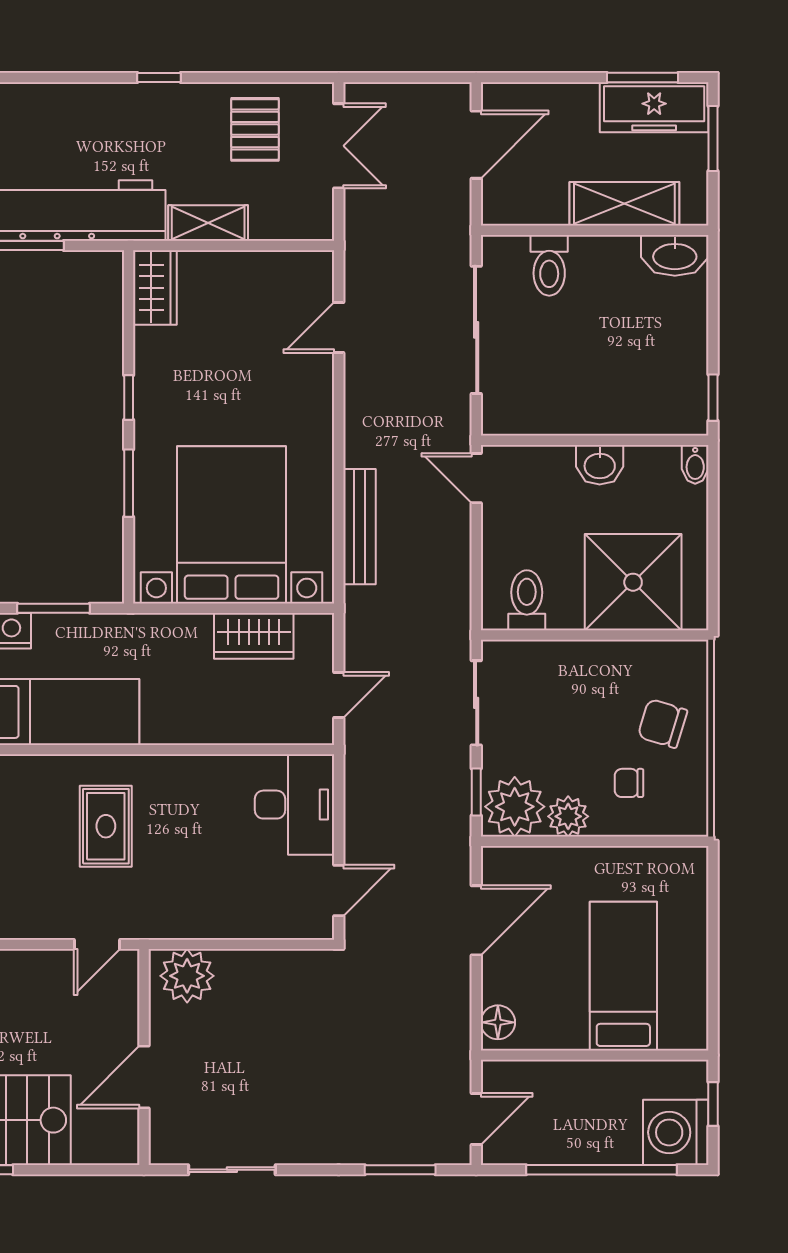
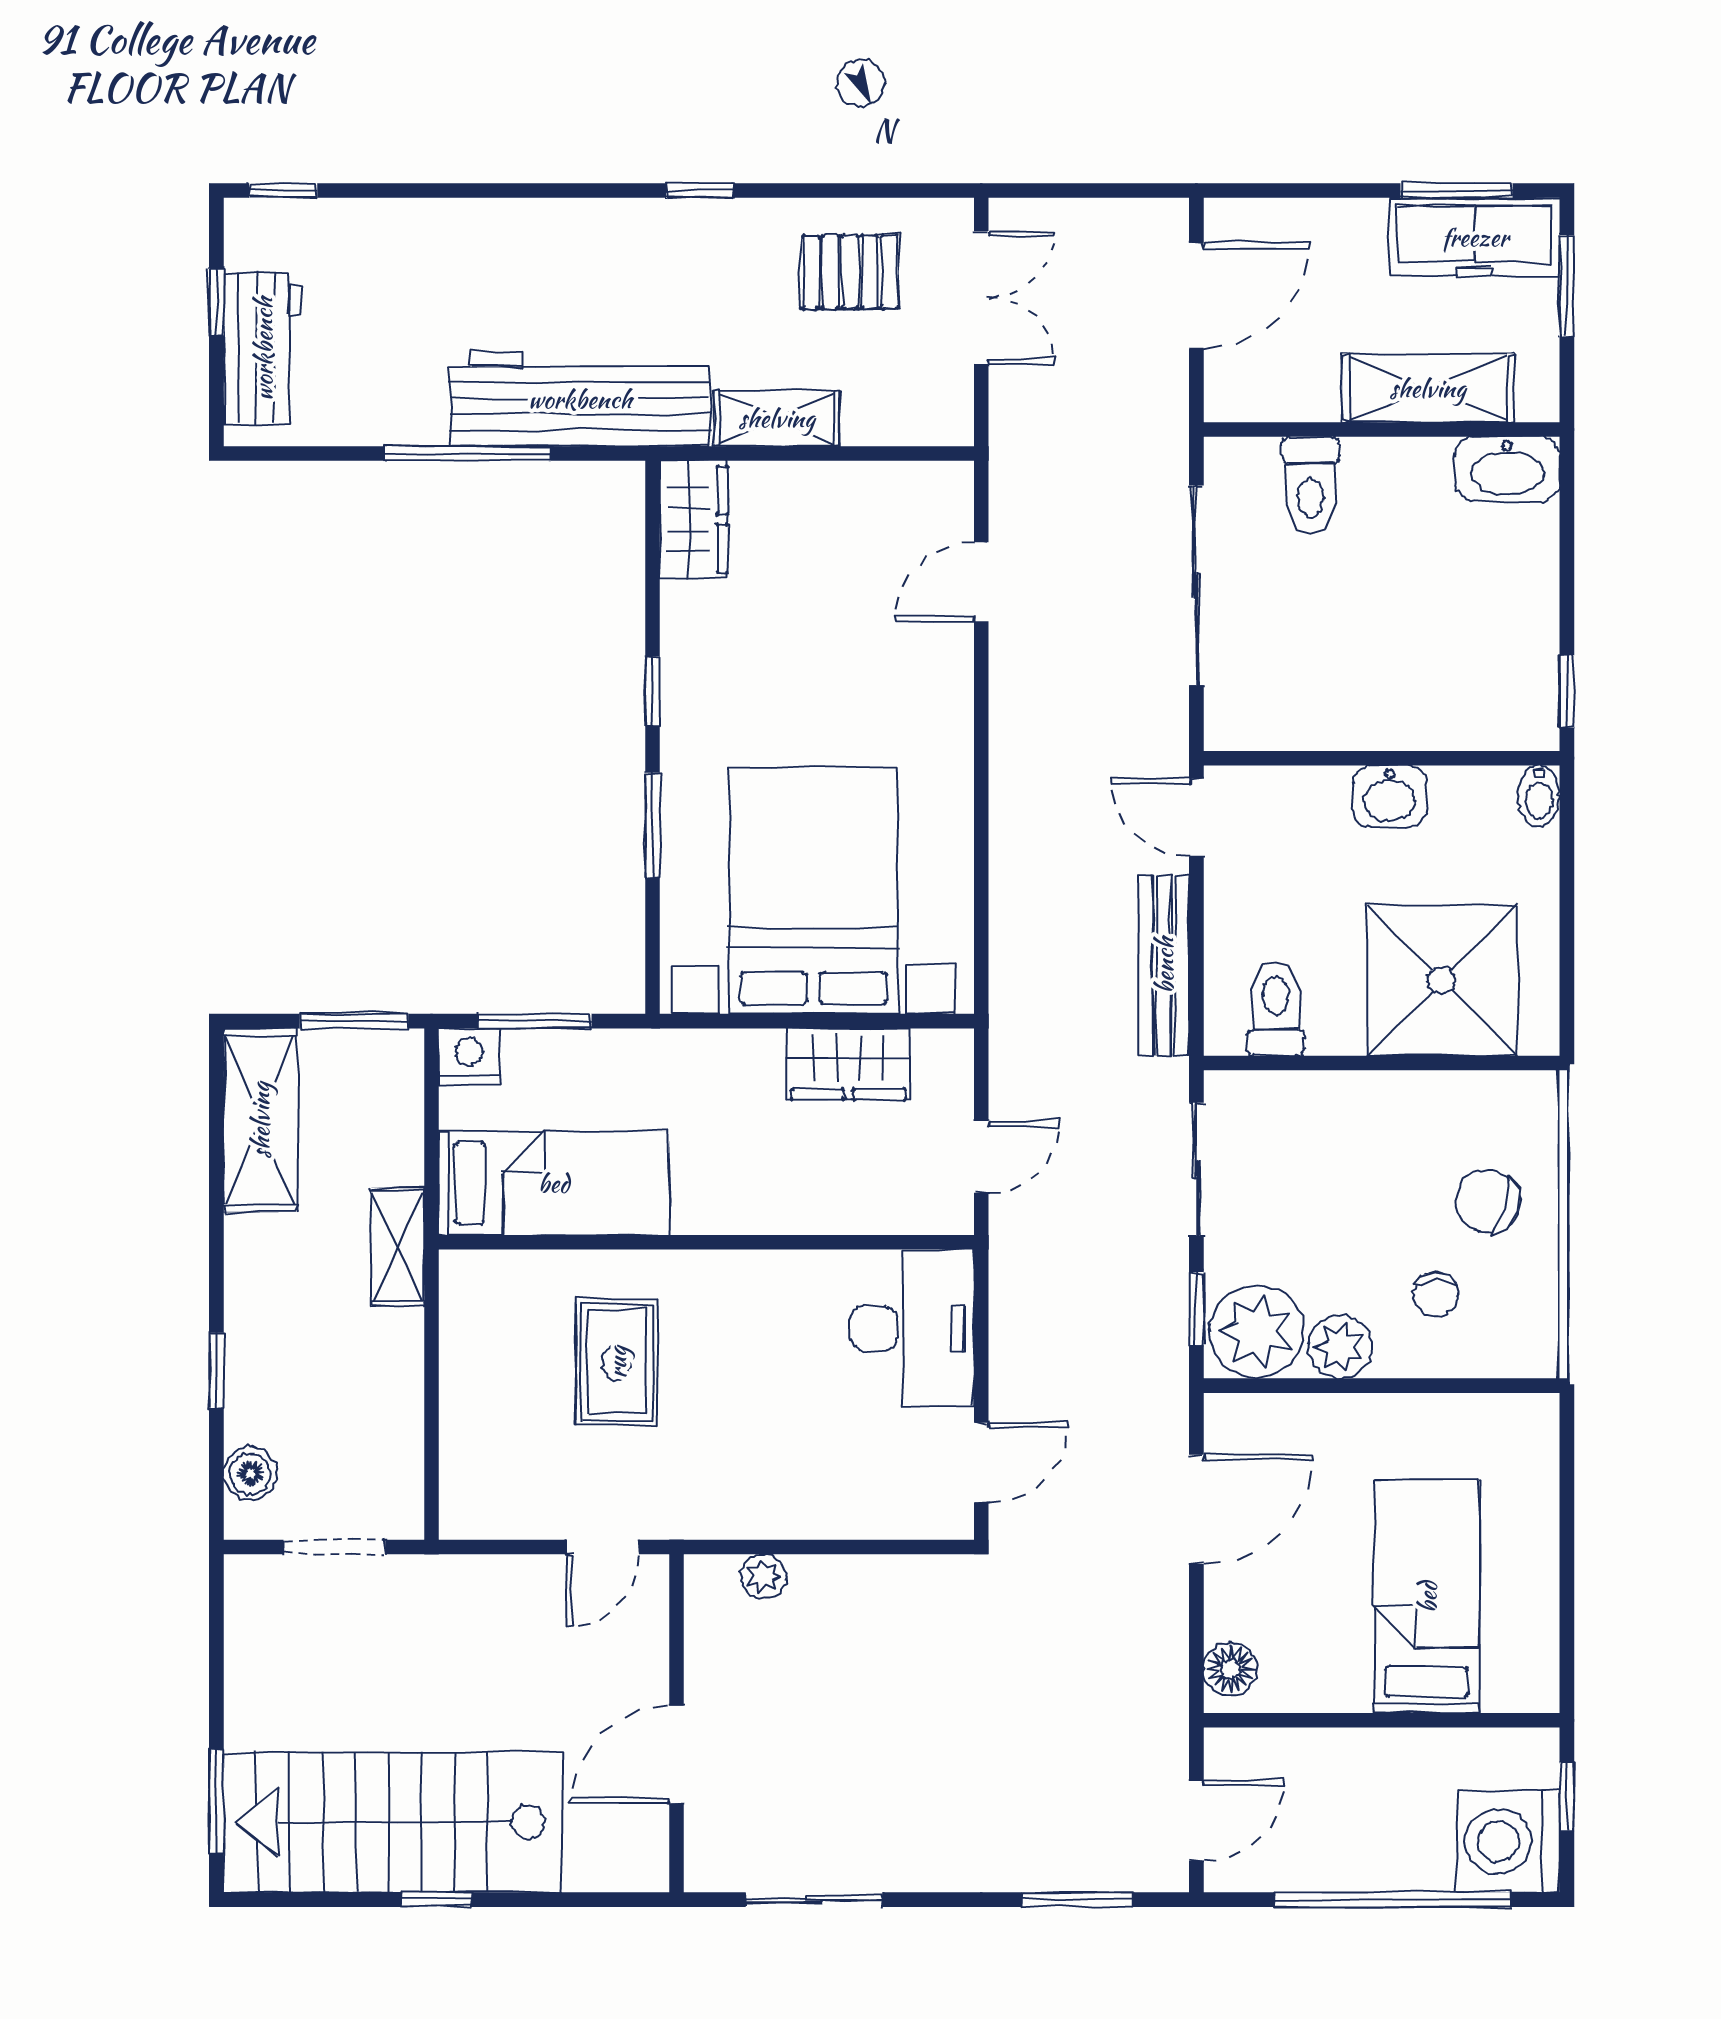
pallet: (255, 129) -> (850, 272), turned 90
bench: (359, 527) -> (1164, 965), moved
chair: (629, 783) -> (1436, 1294), turned -90
plant: (187, 976) -> (764, 1577), width x0.53, depth x0.53

